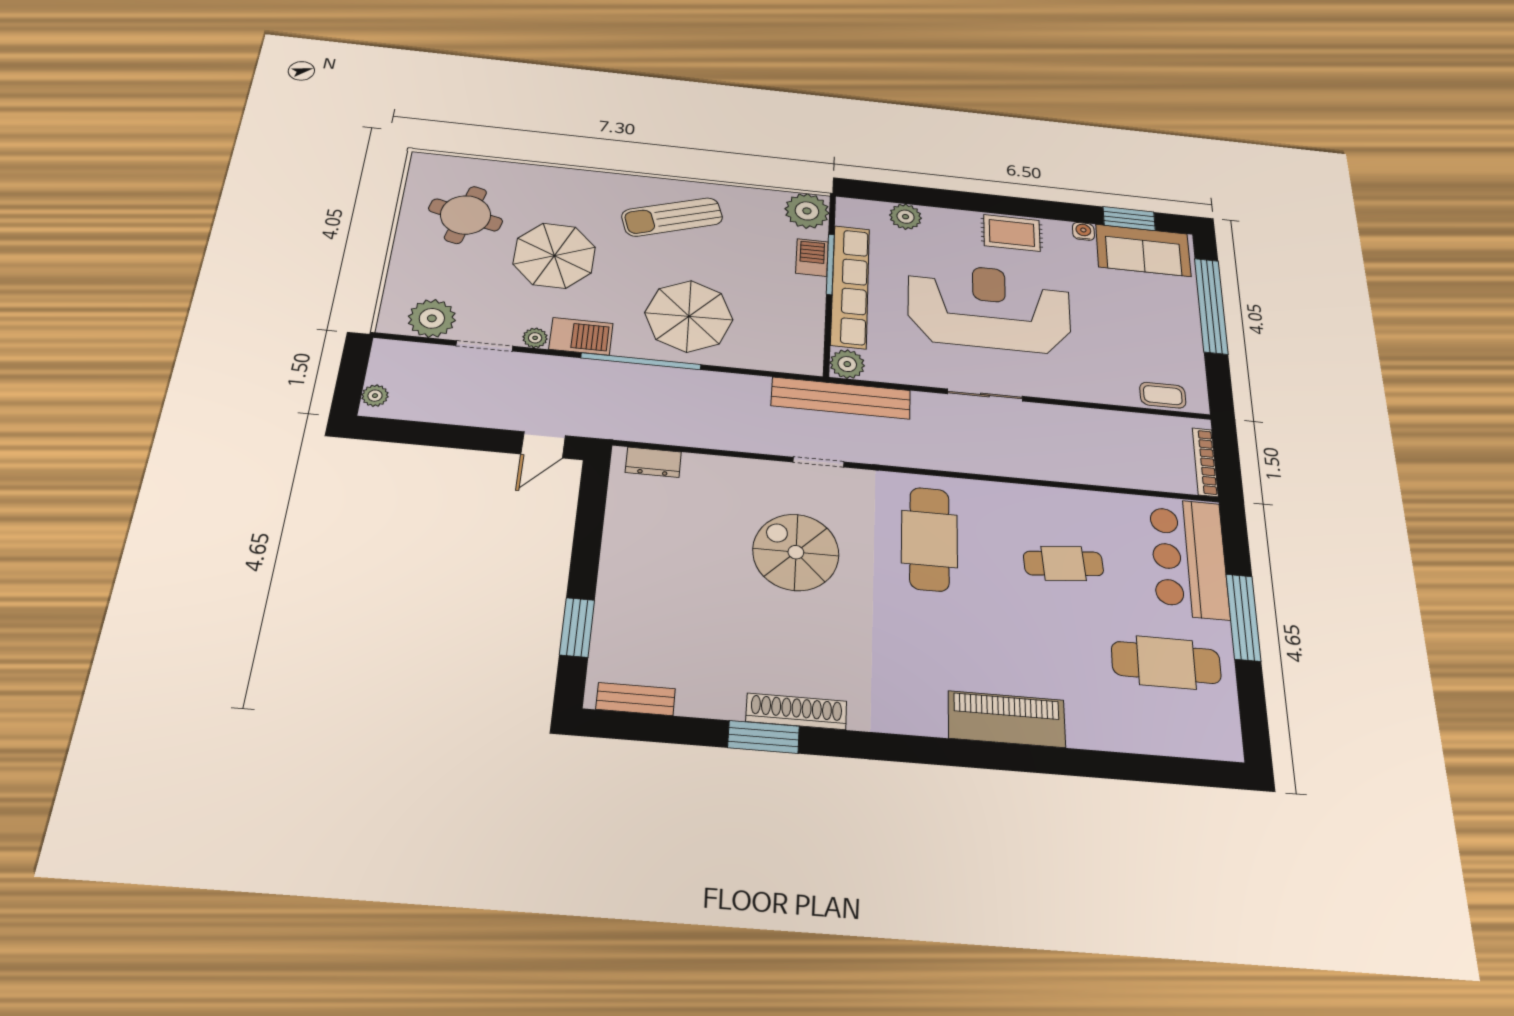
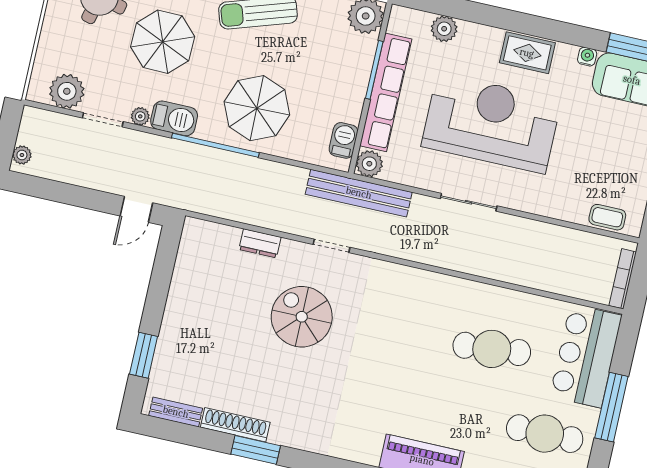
barbecue: (812, 257) -> (343, 140), moved
dresser: (653, 462) -> (260, 243), moved
cafe table: (929, 539) -> (399, 318), removed
cafe table: (1063, 563) -> (492, 349), width x1.37, depth x1.35
shoe rack: (796, 711) -> (235, 425), moved

